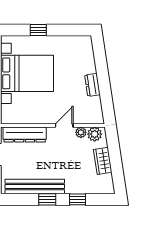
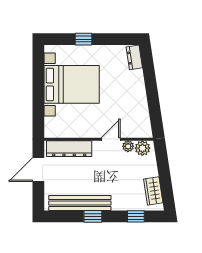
dresser: (92, 85) -> (134, 57), moved
wardrobe: (103, 161) -> (153, 191), moved
window: (77, 199) -> (136, 216), moved

